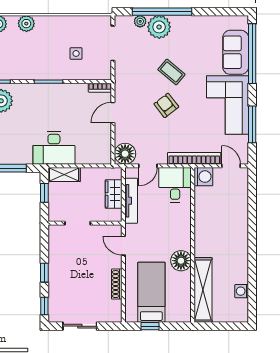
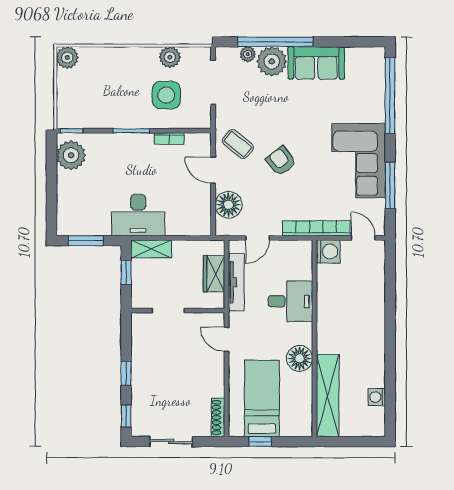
plant: (26, 24) -> (170, 57), moved
sofa: (236, 52) -> (316, 63), moved, turned -90
side table: (76, 53) -> (166, 95), width x1.87, depth x1.87
coffee table: (171, 72) -> (238, 144), moved
bookcase: (100, 88) -> (169, 139), moved
door: (113, 113) -> (213, 170), hinge flipped
floor lamp: (125, 154) -> (228, 205), moved
desk: (175, 185) -> (290, 301), moved, turned 90
shoe rack: (117, 284) -> (218, 417), moved

